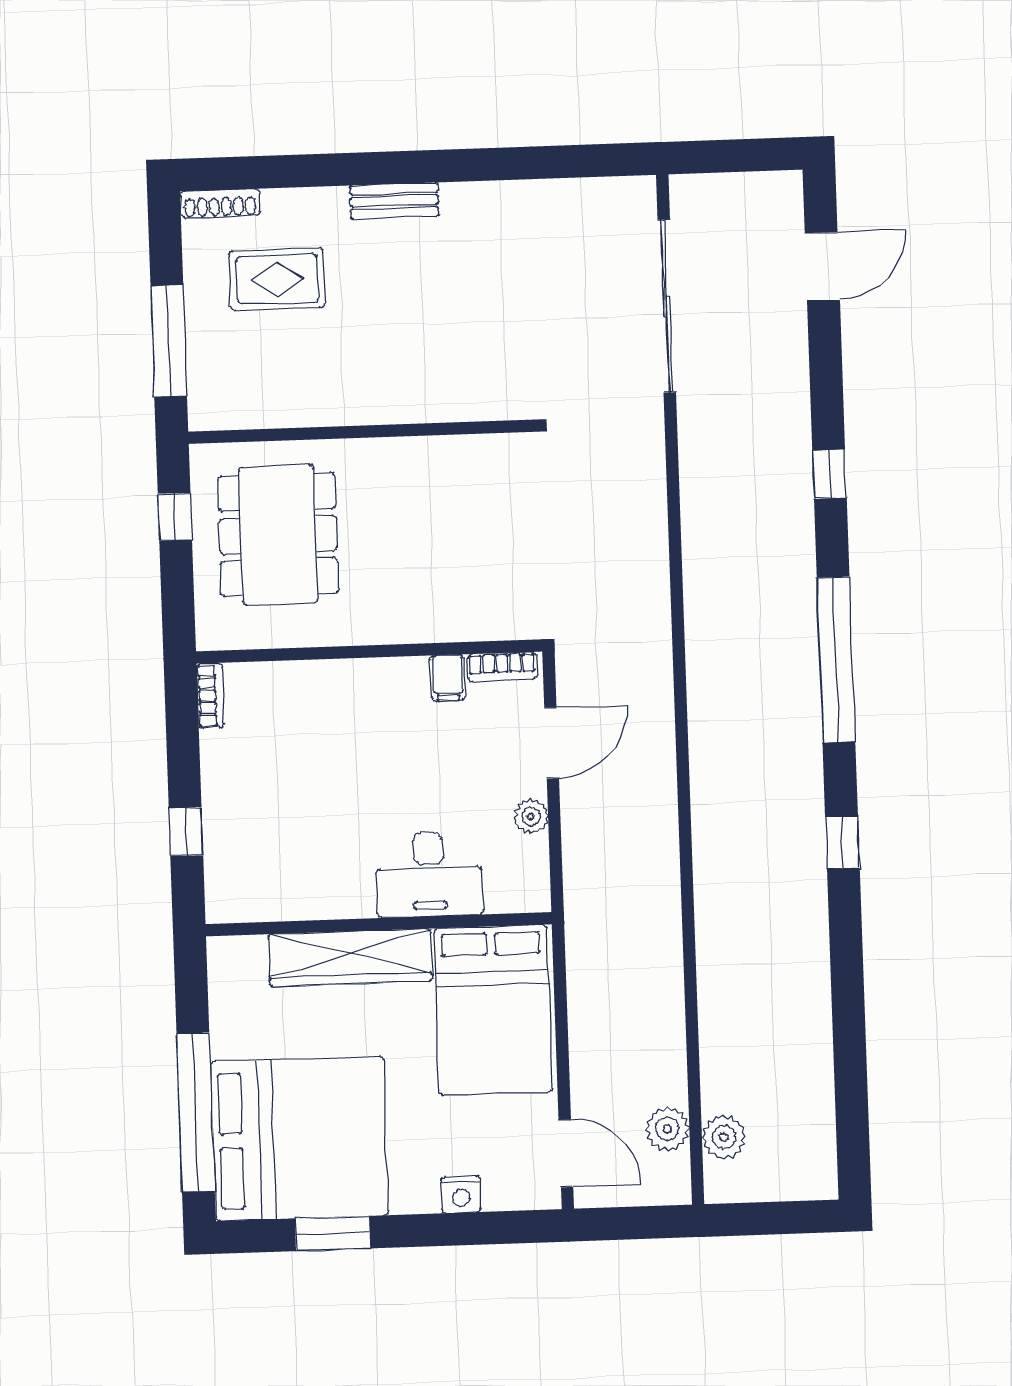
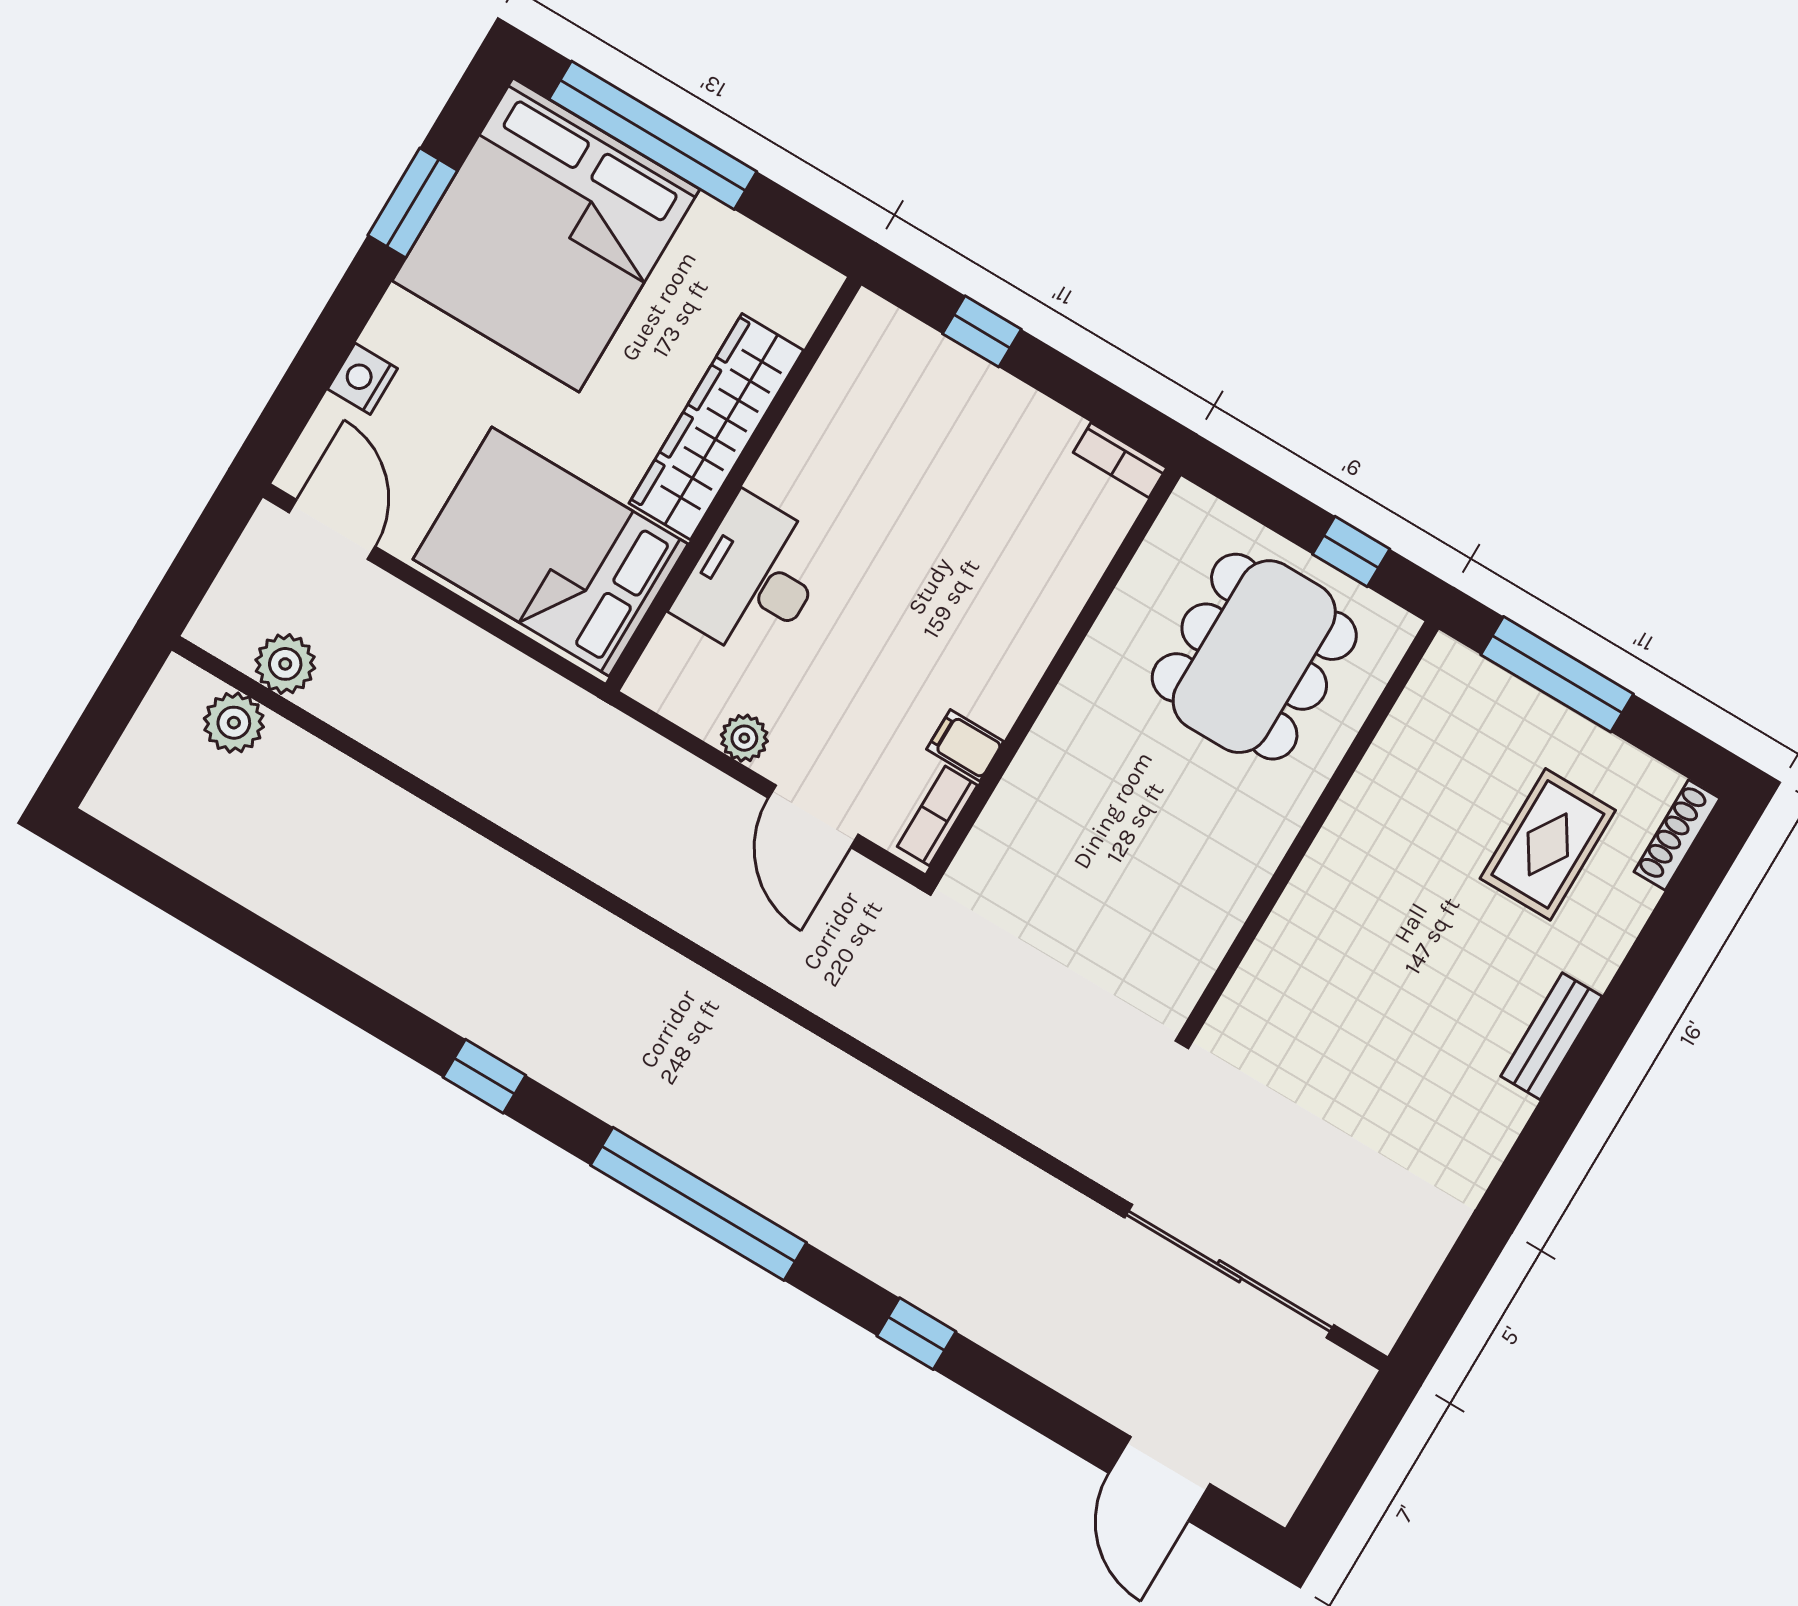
dining table: (278, 535) -> (1254, 657), turned 90
door: (566, 1153) -> (332, 529), swing flipped

